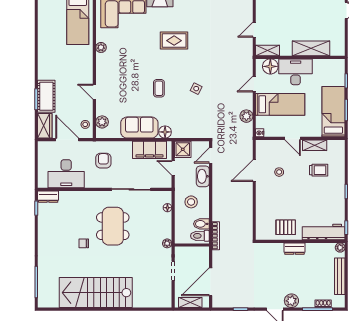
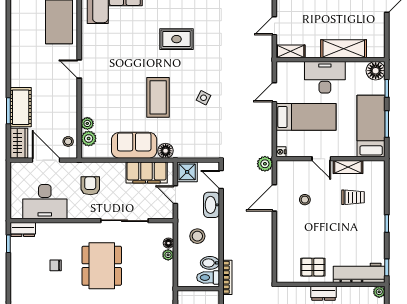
plant: (101, 47) -> (87, 123), moved
floor lamp: (270, 66) -> (376, 71), moved
coffee table: (159, 88) -> (158, 97), width x1.86, depth x1.72
door: (94, 92) -> (79, 69), moved
plant: (246, 116) -> (265, 164), moved
door: (211, 155) -> (221, 179), hinge flipped
chair: (84, 243) -> (56, 265), moved
plant: (167, 243) -> (168, 255), moved

